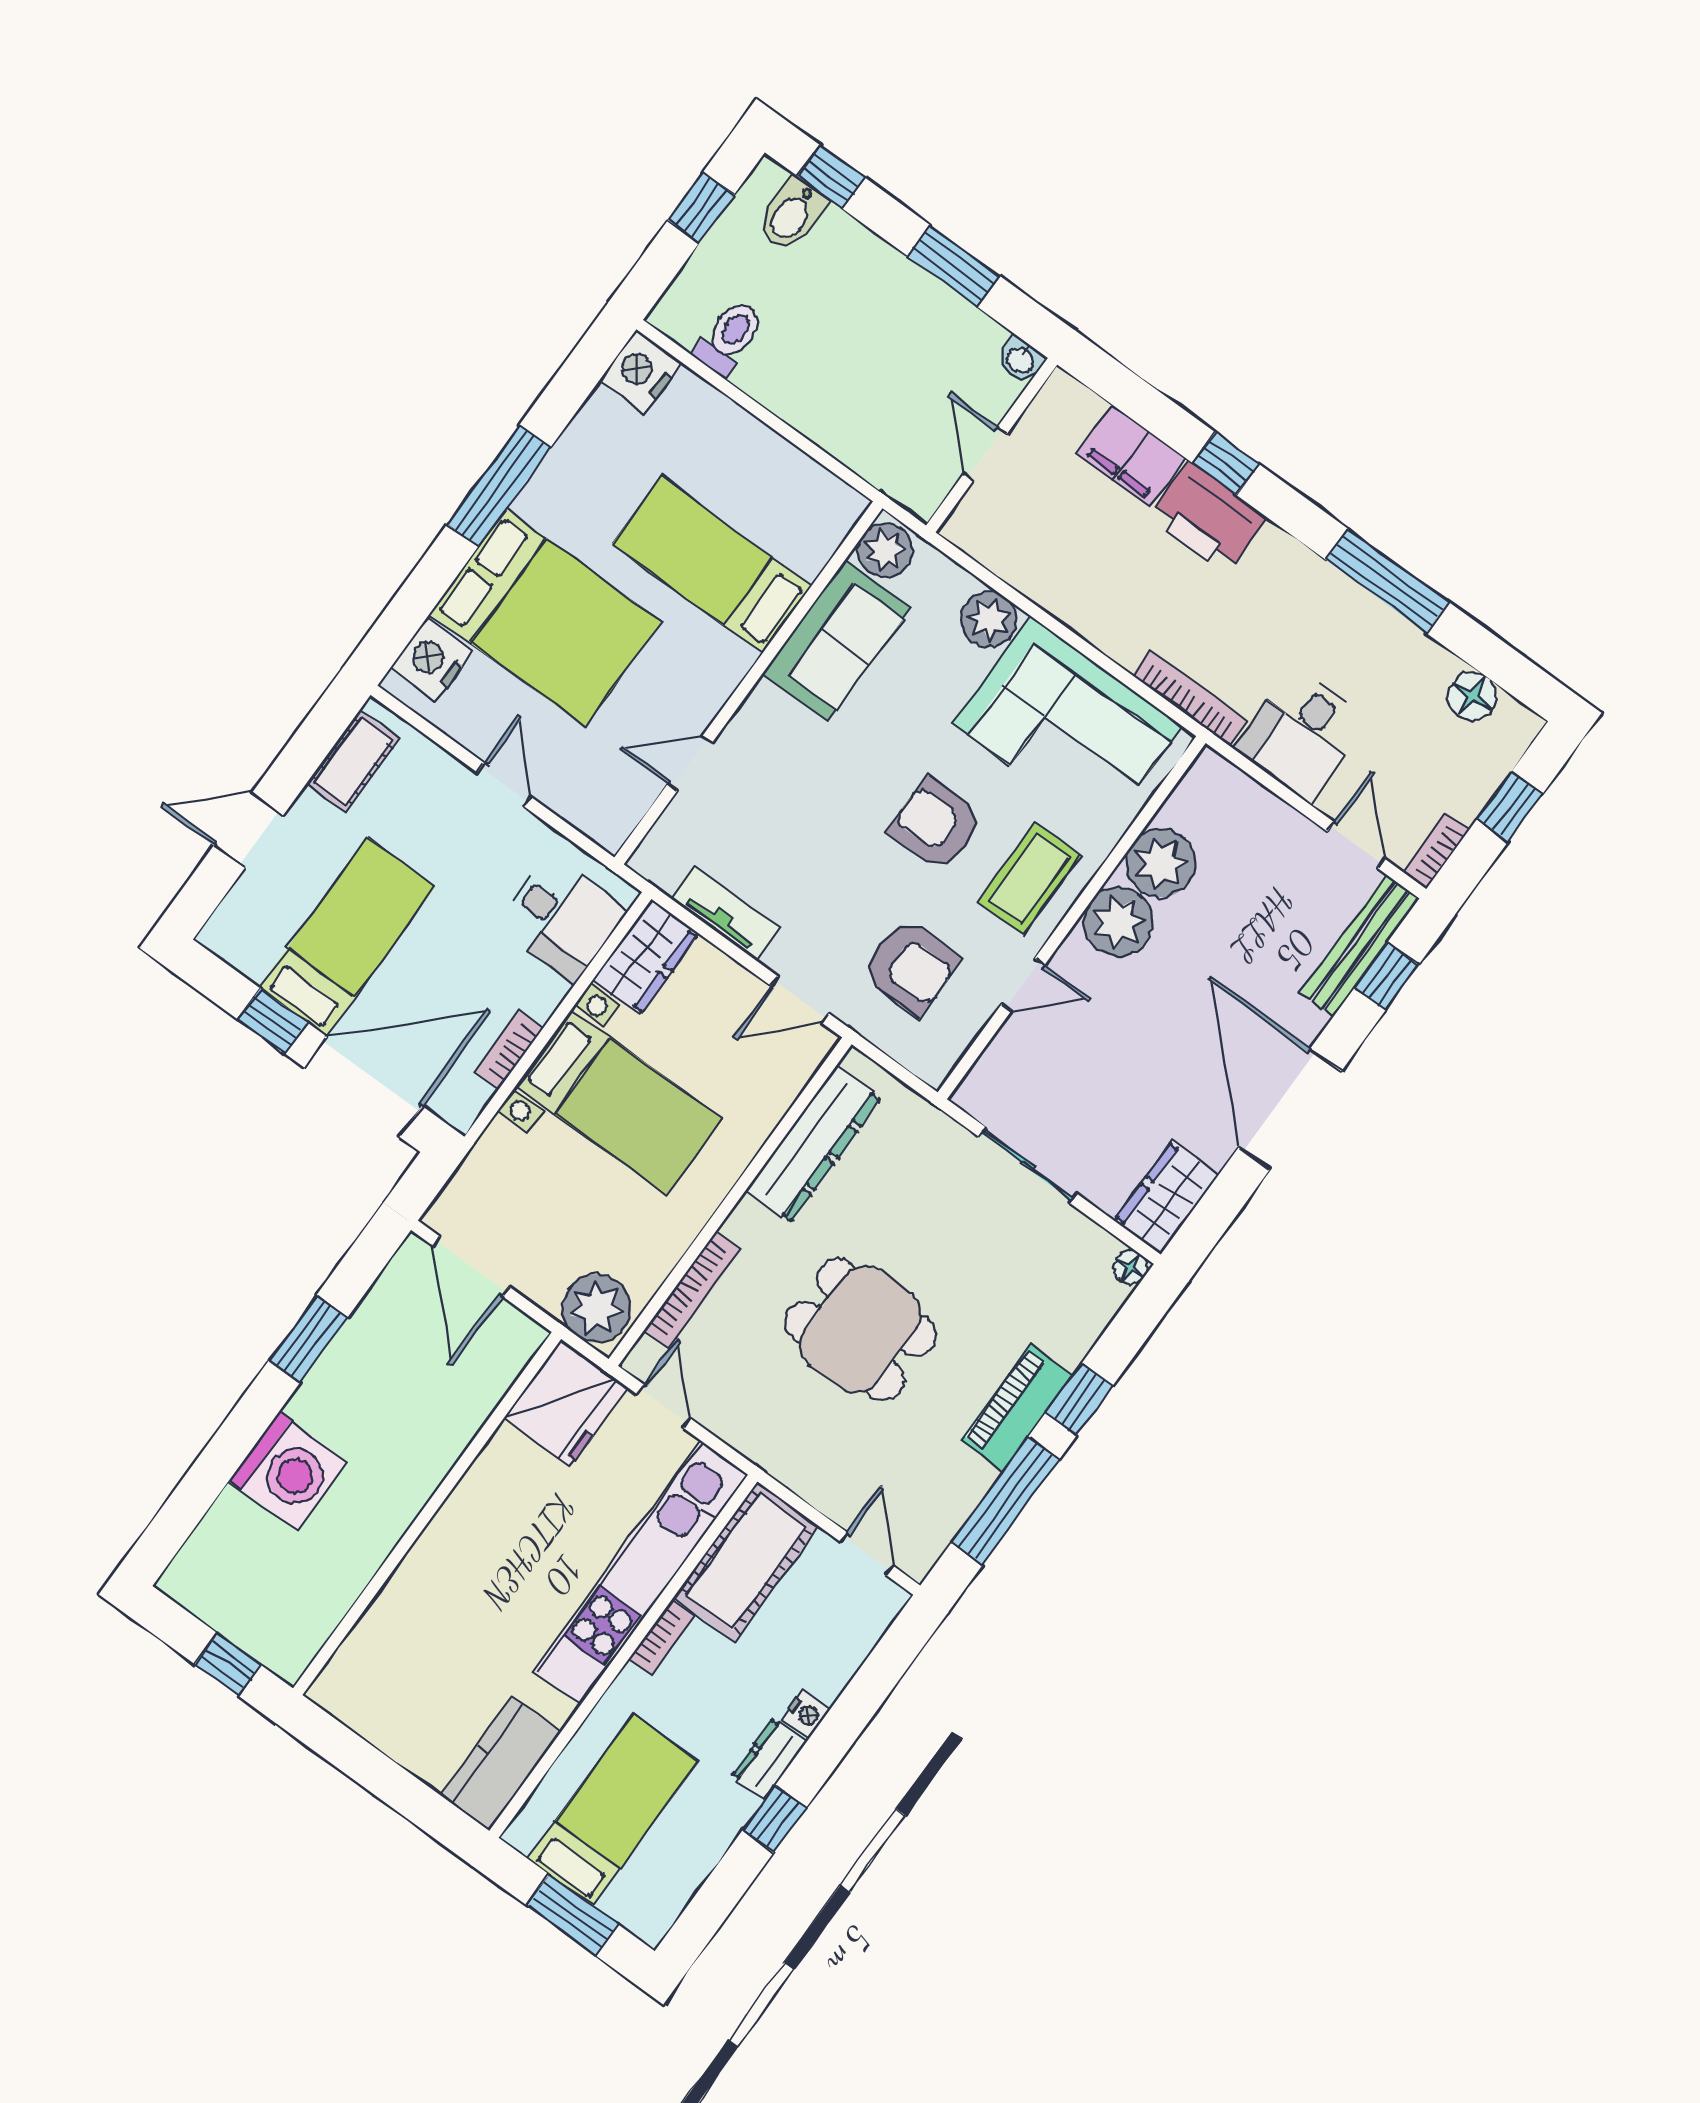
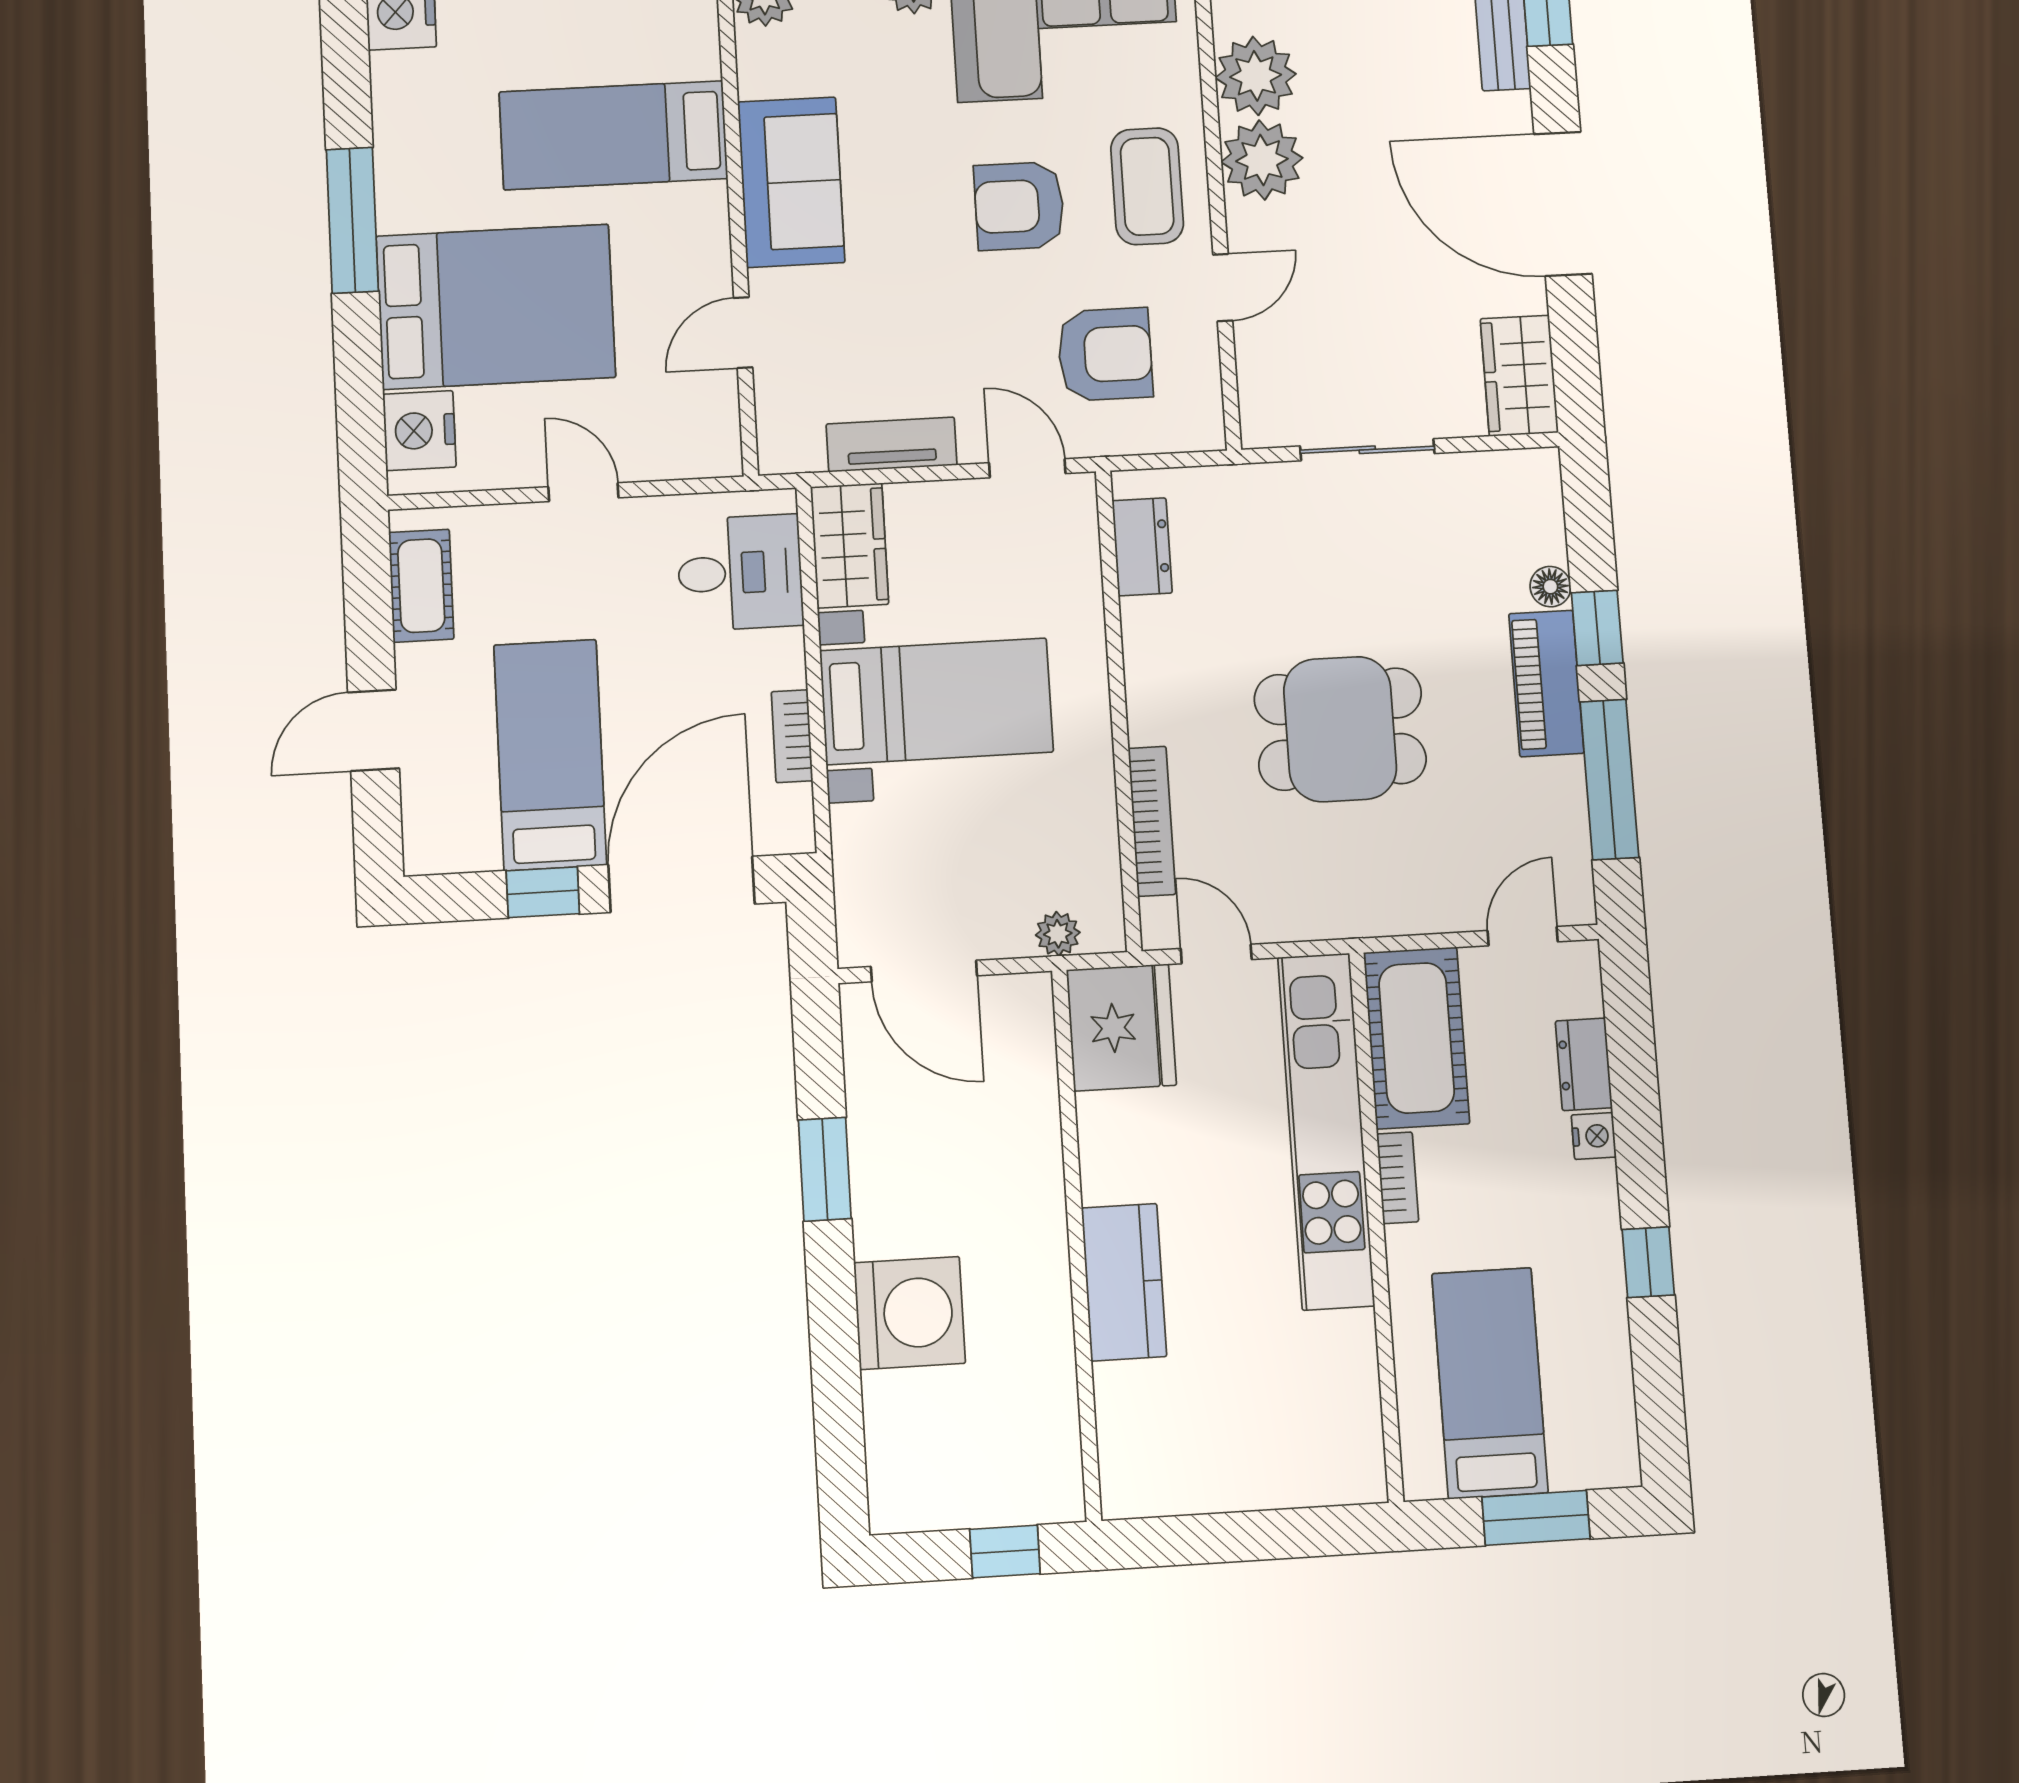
sofa: (837, 641) -> (791, 182), moved
door: (800, 1000) -> (1027, 468), swing flipped
dresser: (813, 1144) -> (1142, 547), width x0.51, depth x0.80
floor lamp: (1130, 1268) -> (1550, 587), moved
plant: (597, 1308) -> (1058, 934), width x0.53, depth x0.53
door: (867, 1554) -> (1523, 936), hinge flipped
dresser: (769, 1759) -> (1584, 1064), moved
kitchen counter: (500, 1764) -> (1124, 1282), moved, turned 180

